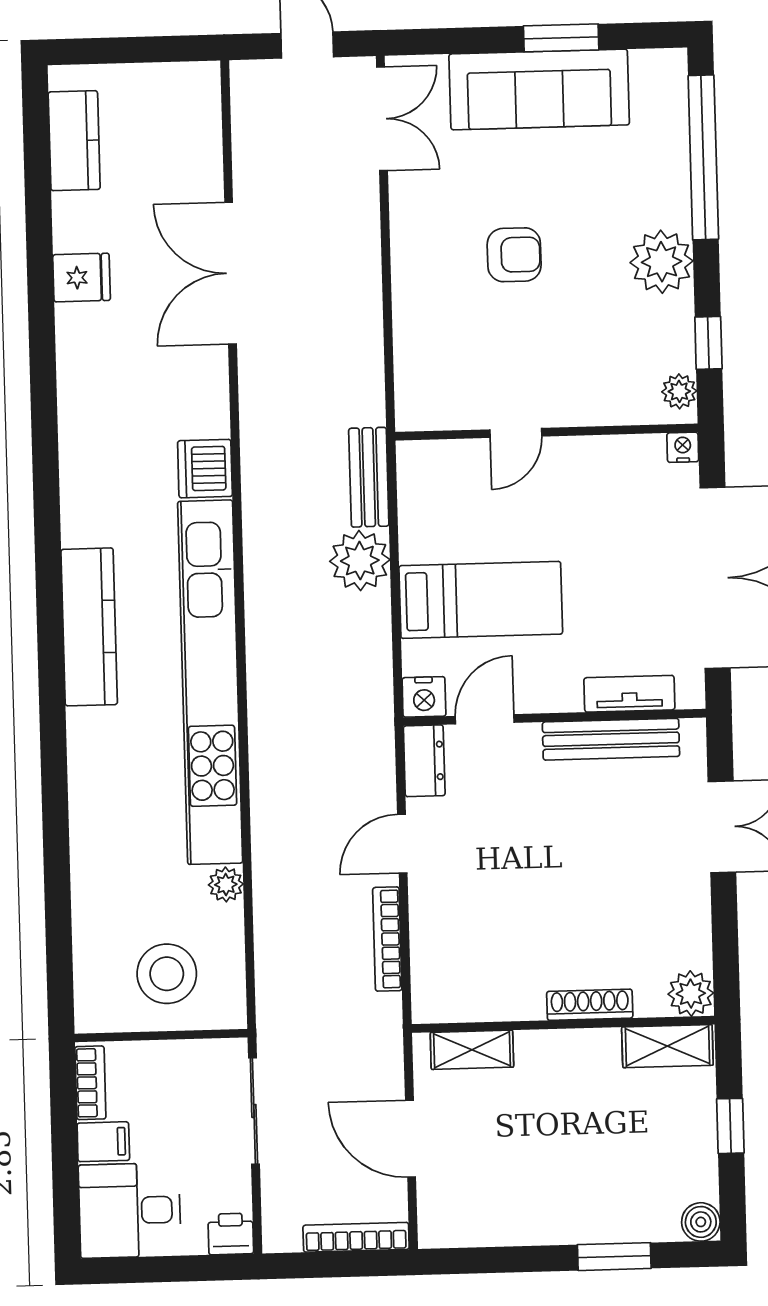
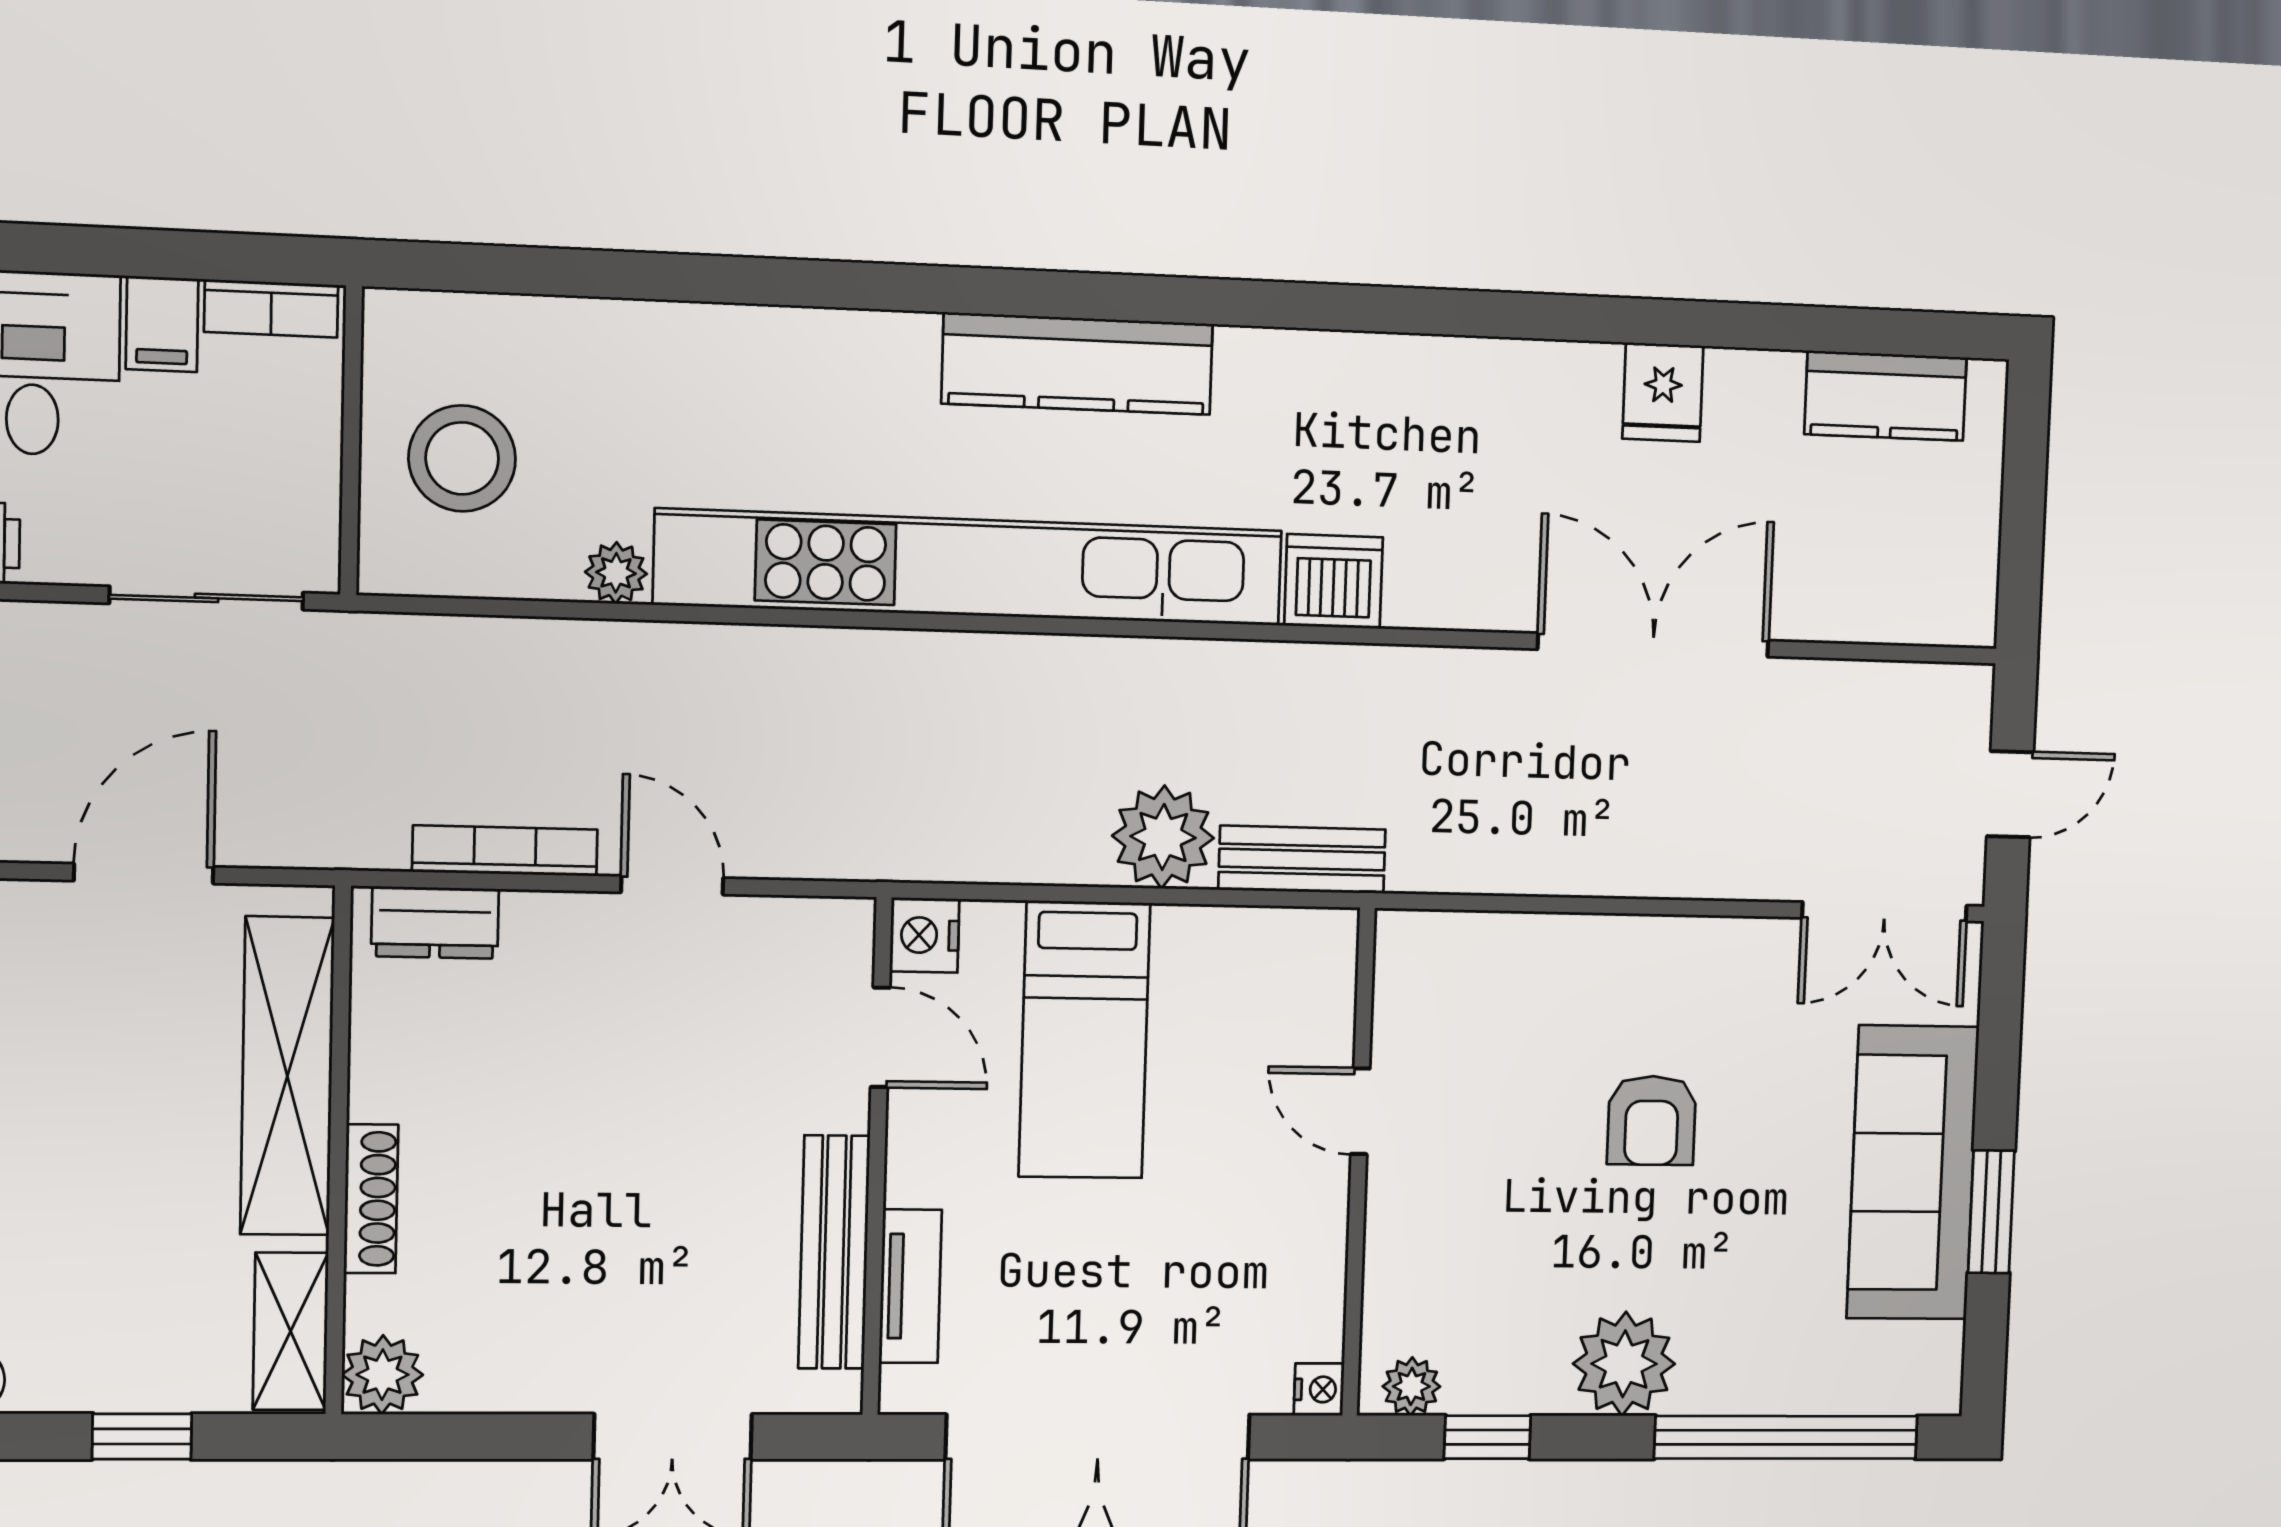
dresser: (424, 761) -> (435, 923), moved
shelving: (472, 1050) -> (287, 1076), width x2.20, depth x1.33

